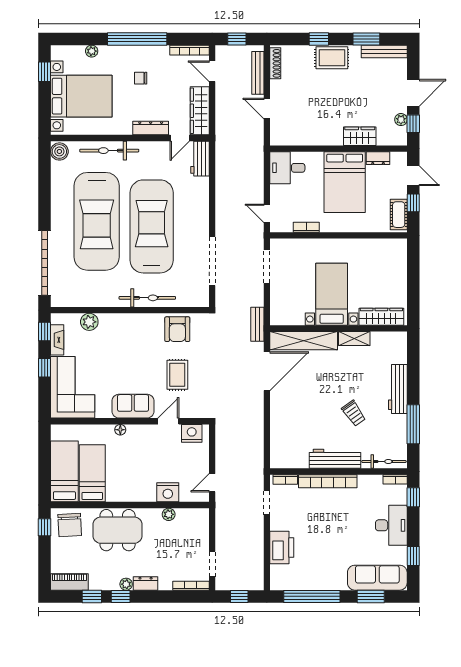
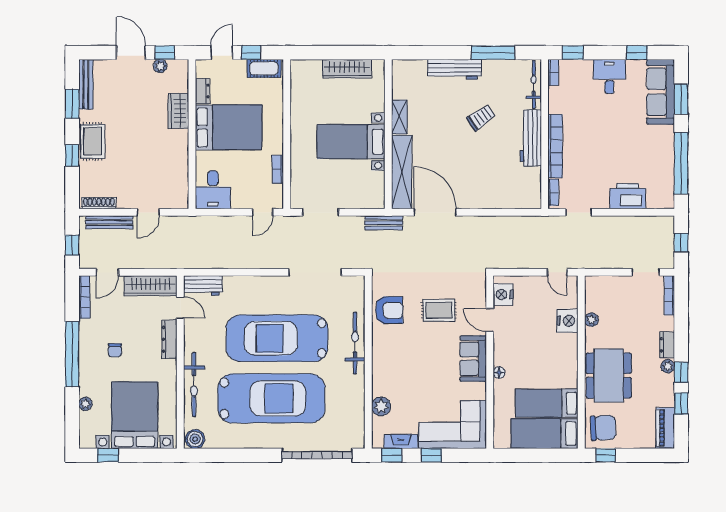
wardrobe: (381, 317) -> (347, 69), moved, turned -90
desk: (391, 525) -> (609, 76), width x0.73

